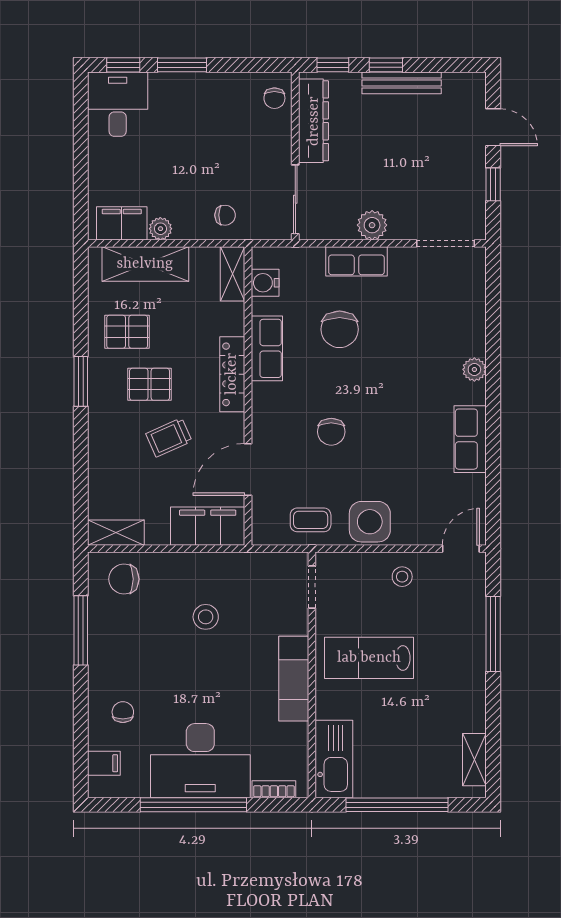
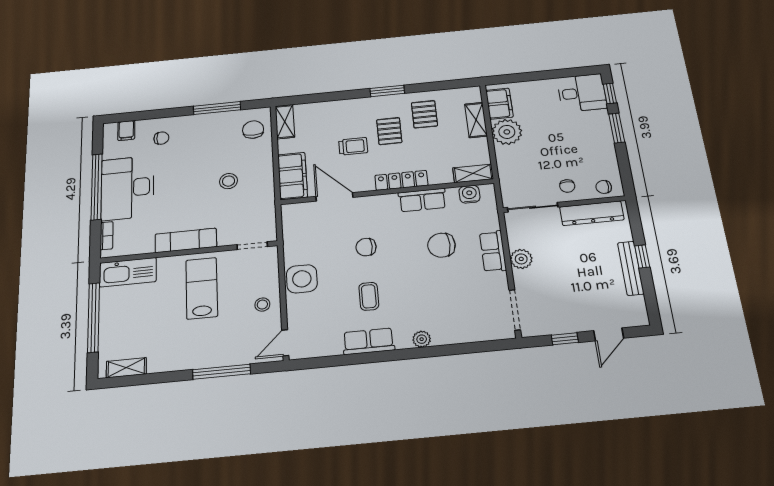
window: (333, 65) -> (635, 222), removed
chair: (225, 215) -> (567, 186), moved
plant: (160, 229) -> (507, 132), width x1.87, depth x1.87
shelving: (145, 264) -> (476, 120), width x0.67, depth x0.75
trolley: (169, 437) -> (353, 146), turned 114
coffee table: (311, 520) -> (369, 296), moved
door: (461, 549) -> (285, 343), swing flipped

